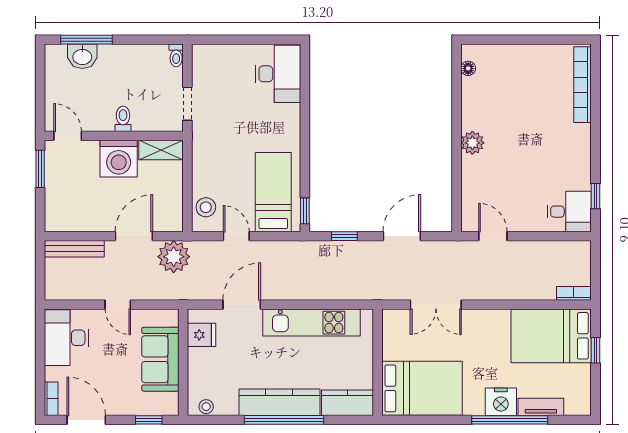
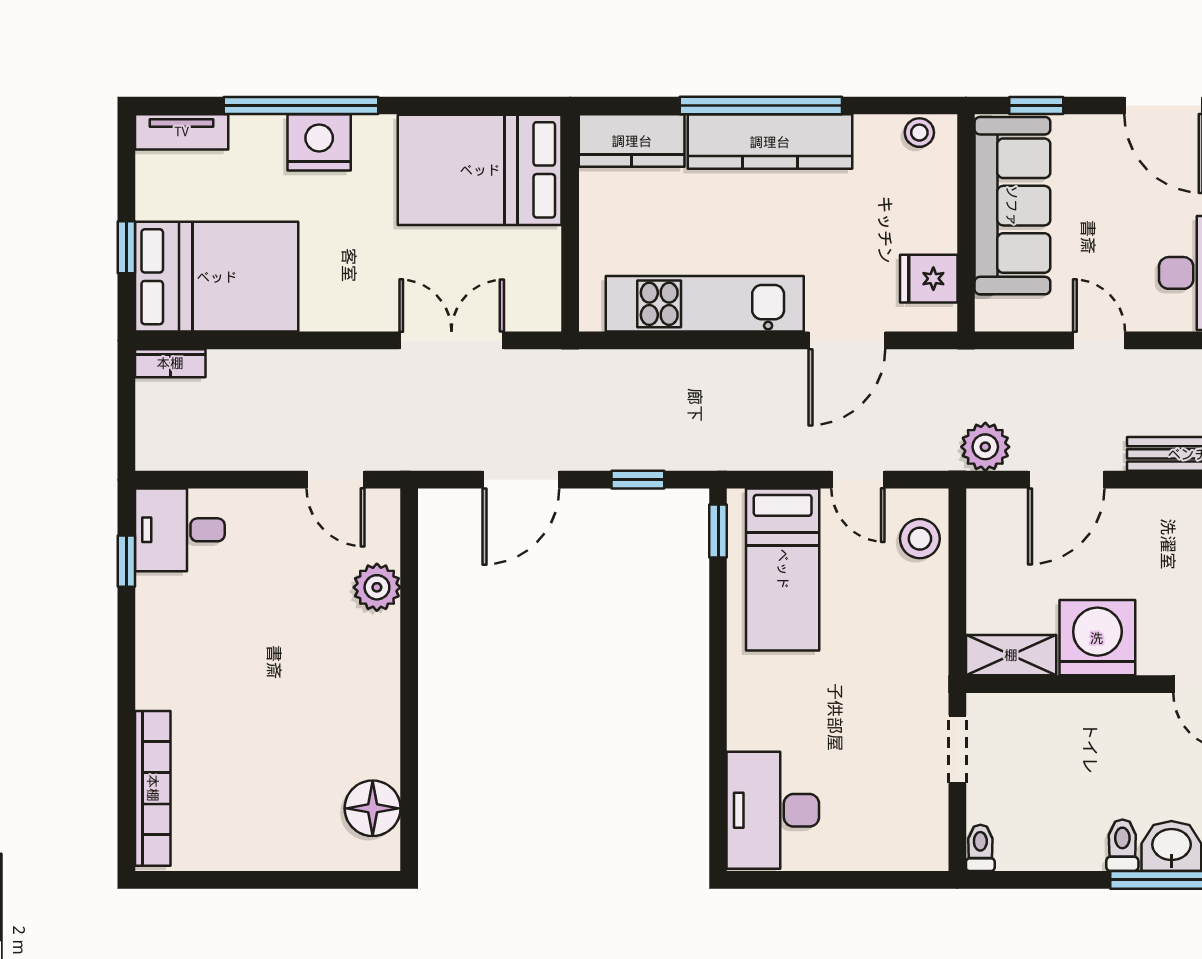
floor lamp: (468, 68) -> (373, 808), width x1.89, depth x1.89
toilet: (123, 119) -> (1122, 845), moved, turned 180
plant: (472, 143) -> (377, 587), moved
plant: (174, 257) -> (985, 447), width x0.73, depth x0.73
sofa: (160, 359) -> (1012, 206), width x1.36
tv unit: (541, 407) -> (182, 132), moved

